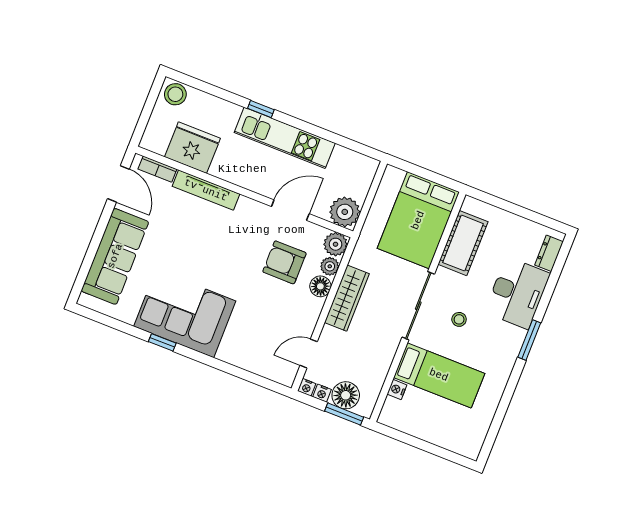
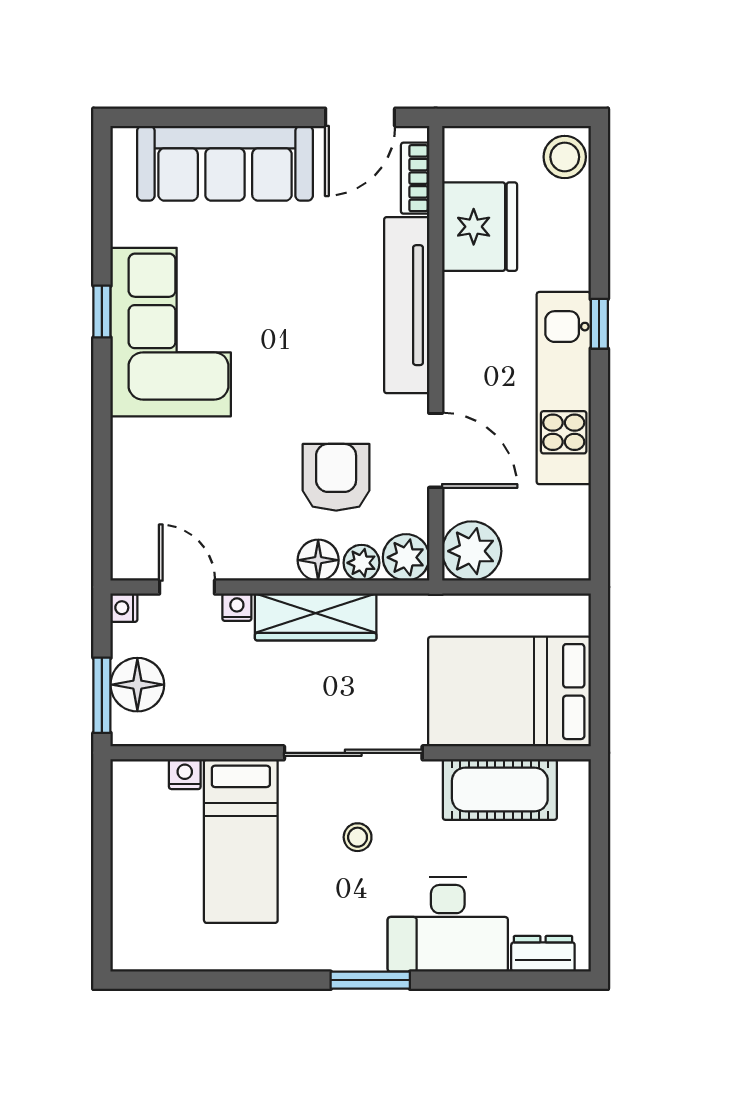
tv unit: (206, 190) -> (407, 305), width x1.36, depth x1.29
nightstand: (322, 393) -> (237, 607), moved, turned 90

